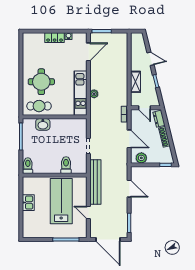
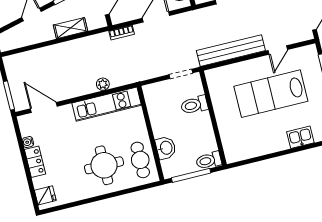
fridge: (31, 39) -> (45, 195), added
toilet: (66, 165) -> (194, 105), moved
toilet: (28, 166) -> (209, 160), moved
wall: (55, 175) -> (213, 118), moved
kitchen sink: (28, 203) -> (300, 137), moved

